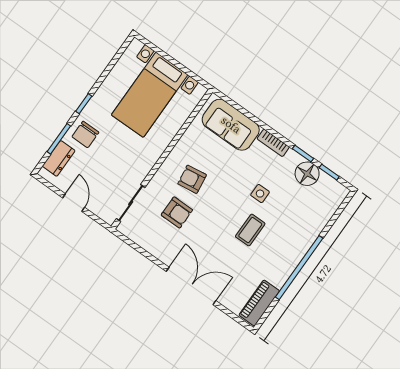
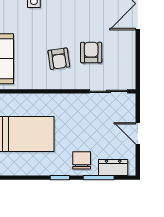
chair: (85, 134) -> (82, 160), turned -90
door: (74, 203) -> (138, 133), hinge flipped

